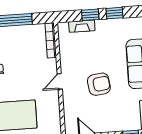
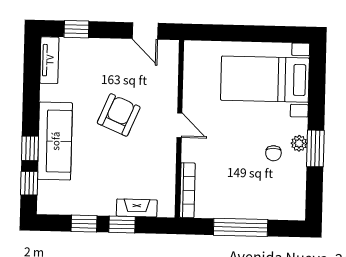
door: (60, 81) -> (179, 125), hinge flipped
armchair: (99, 84) -> (119, 115), turned 120

